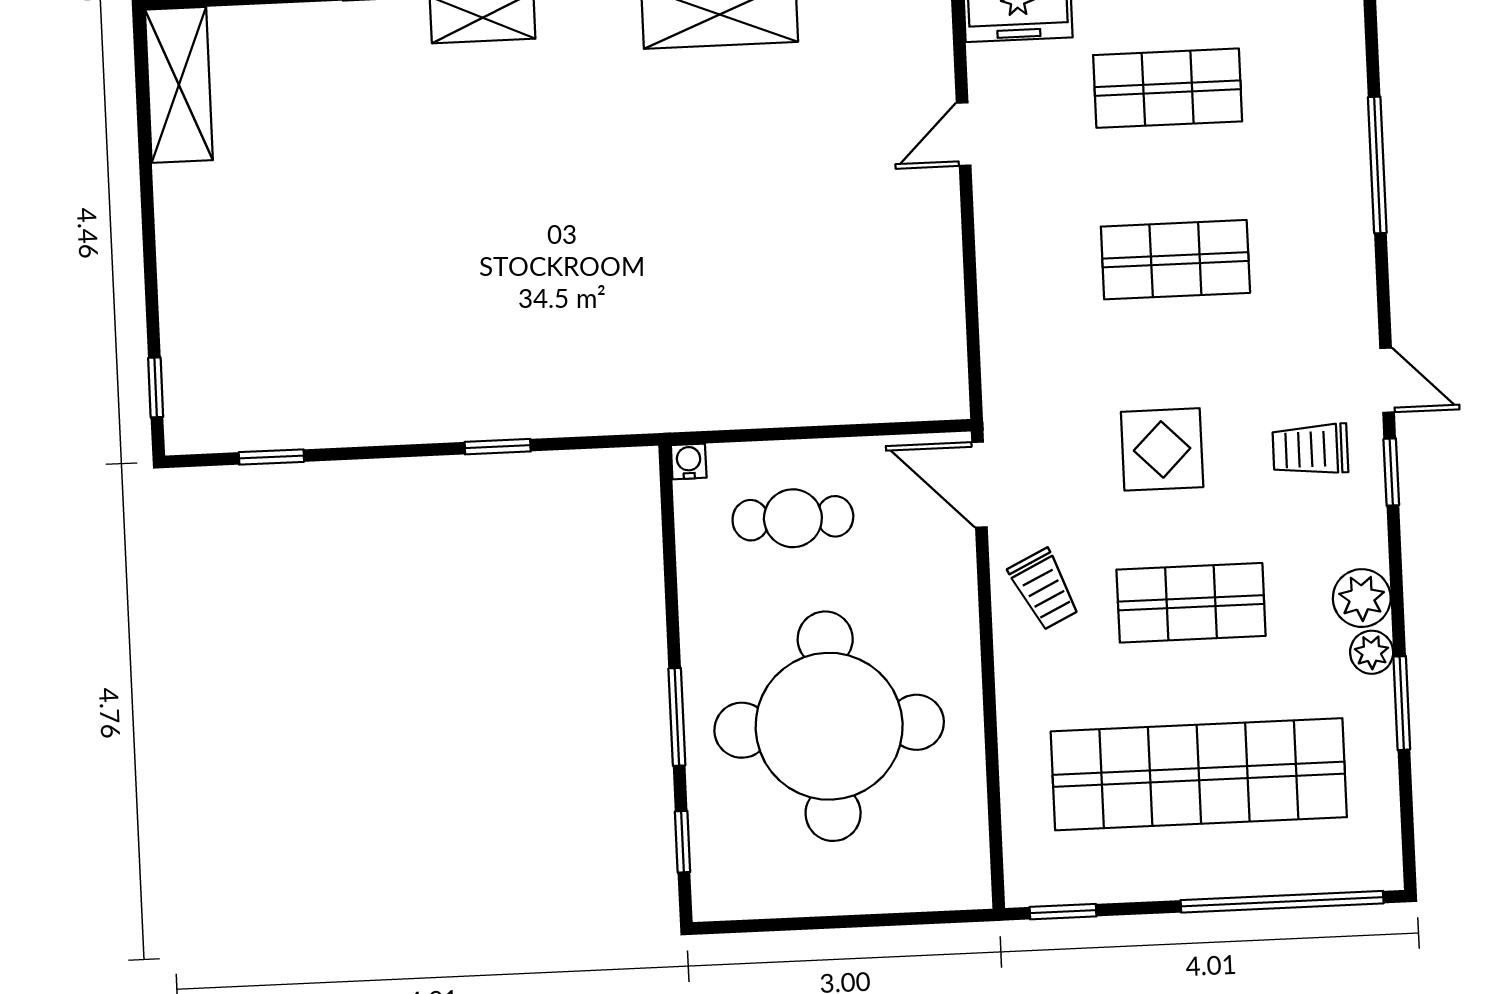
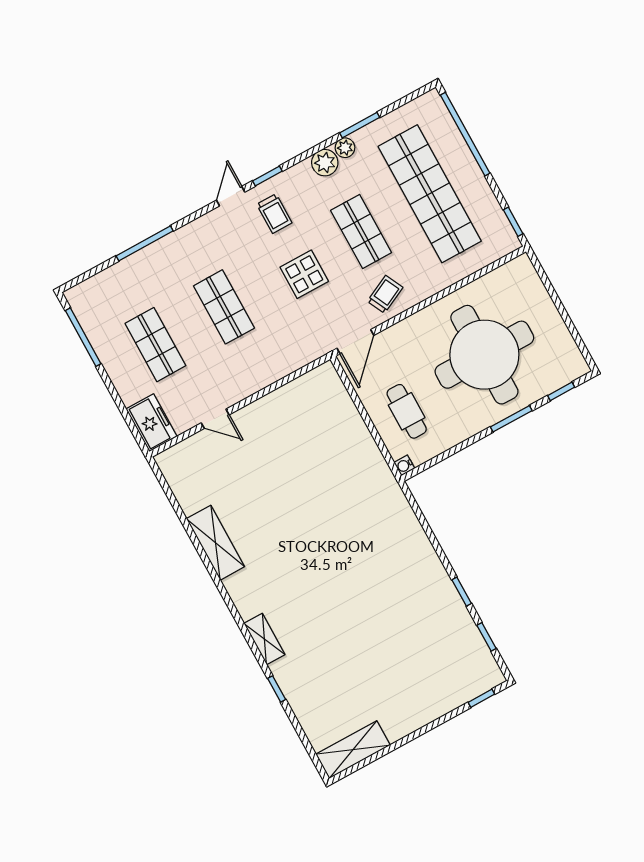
window: (498, 447) -> (462, 592), moved

